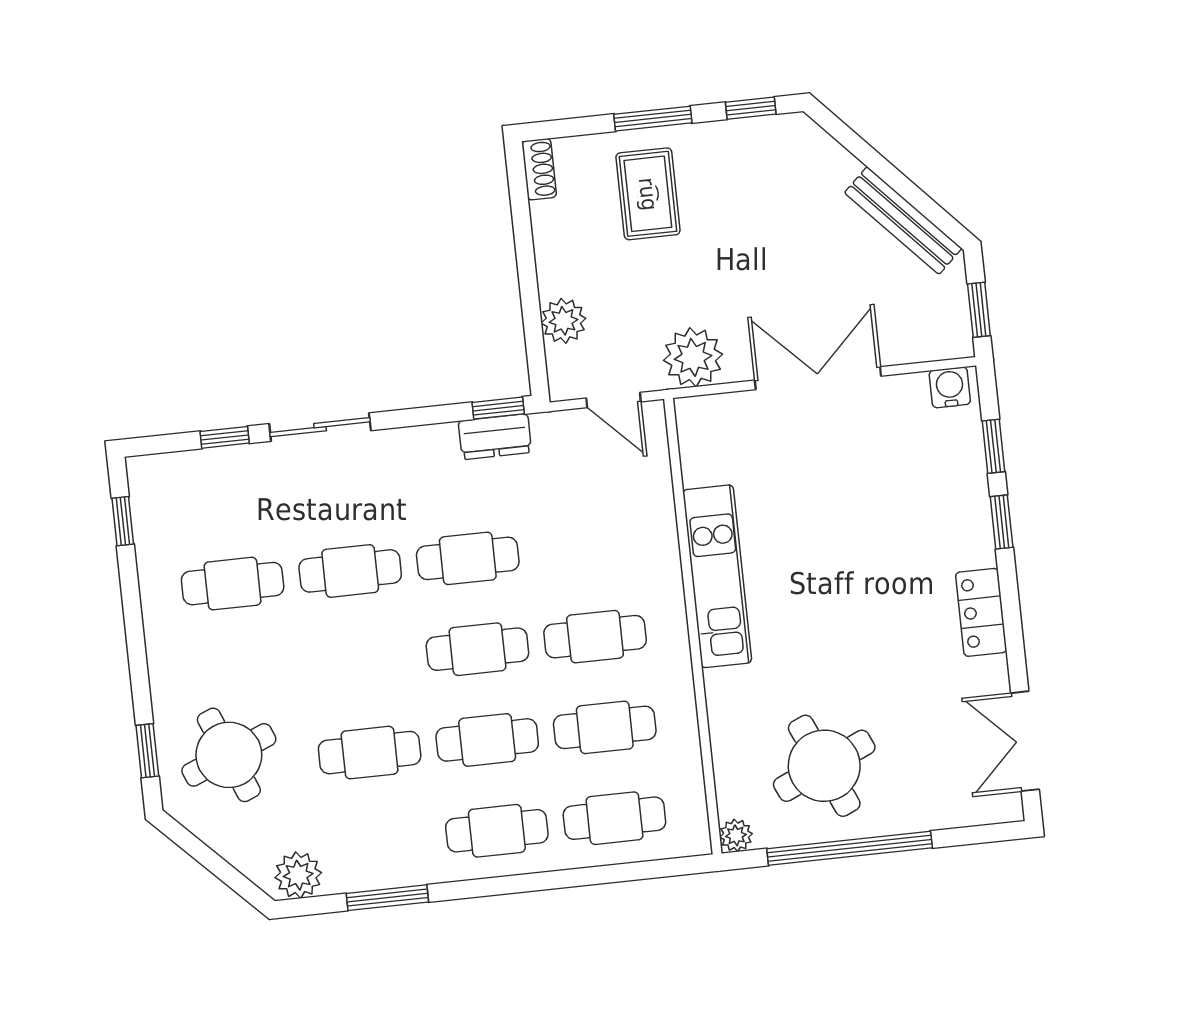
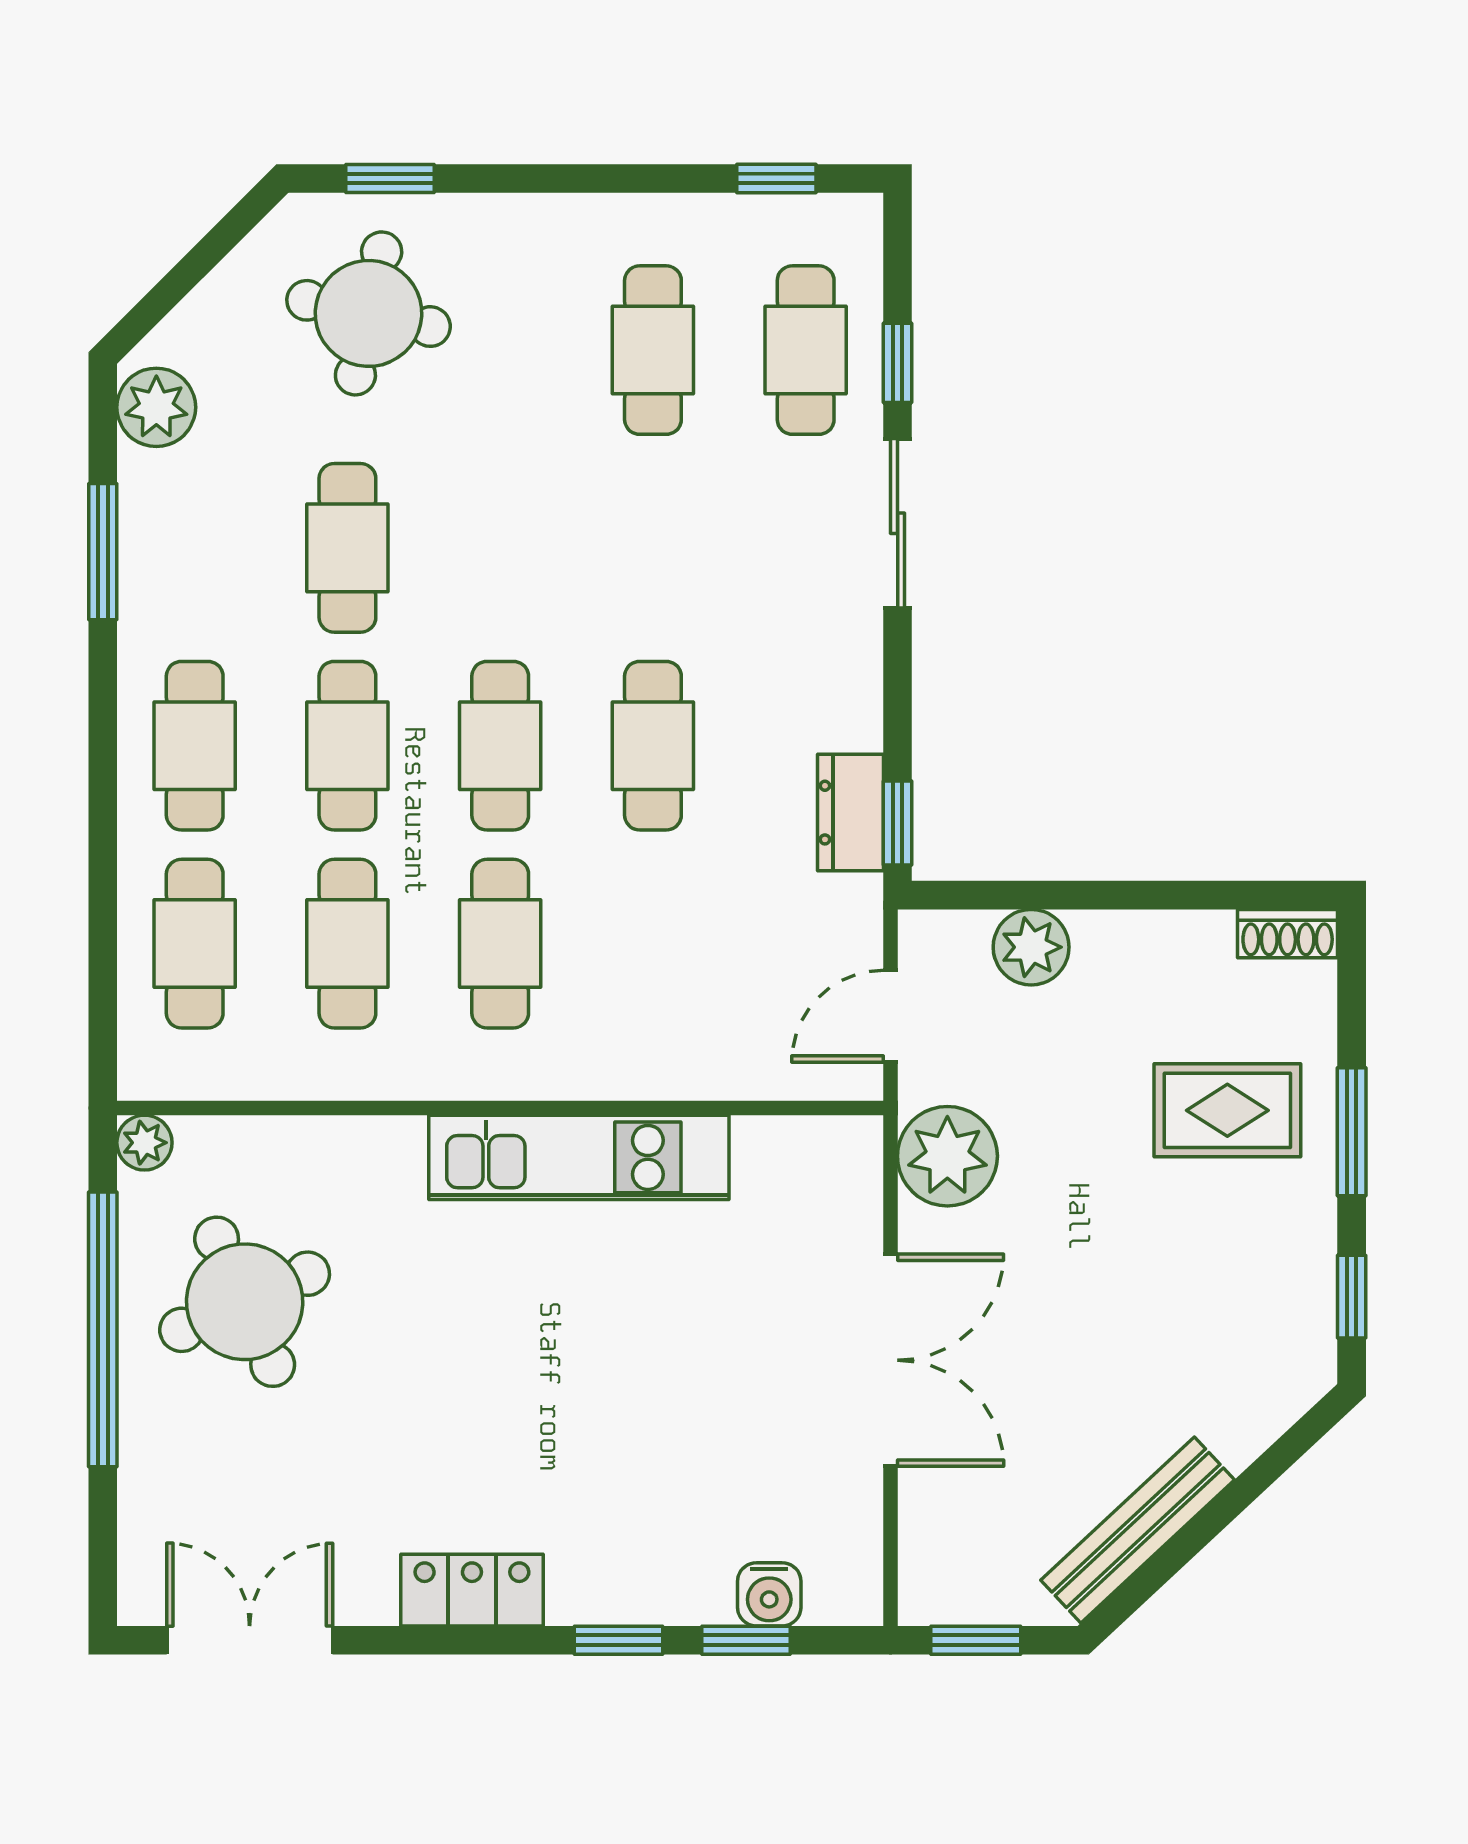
water cooler: (950, 387) -> (769, 1594), moved, turned 90
cafe table: (350, 571) -> (806, 350), moved
round table: (229, 755) -> (369, 313), turned 34

